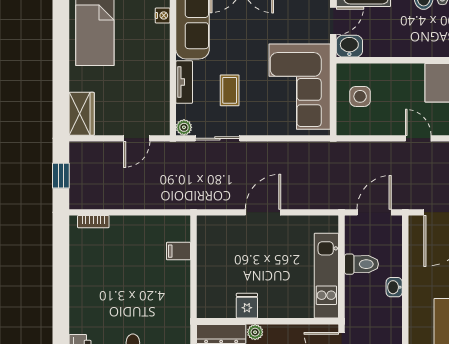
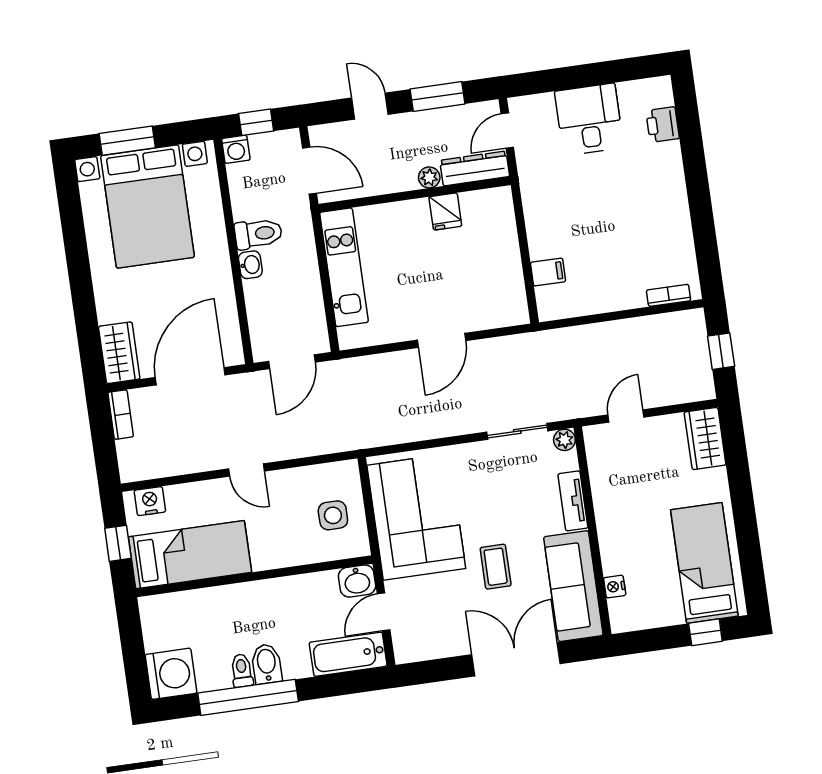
coffee table: (230, 90) -> (496, 567), moved
toilet: (361, 264) -> (258, 234), moved, turned 180

